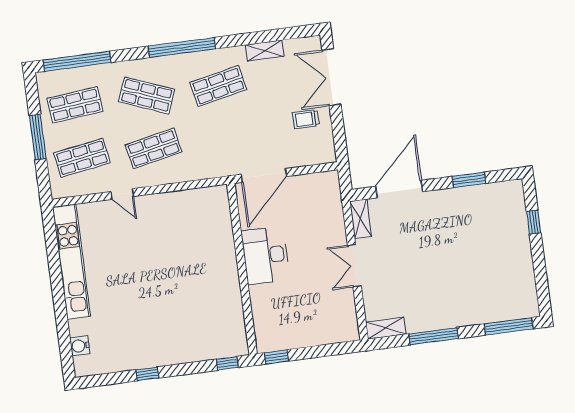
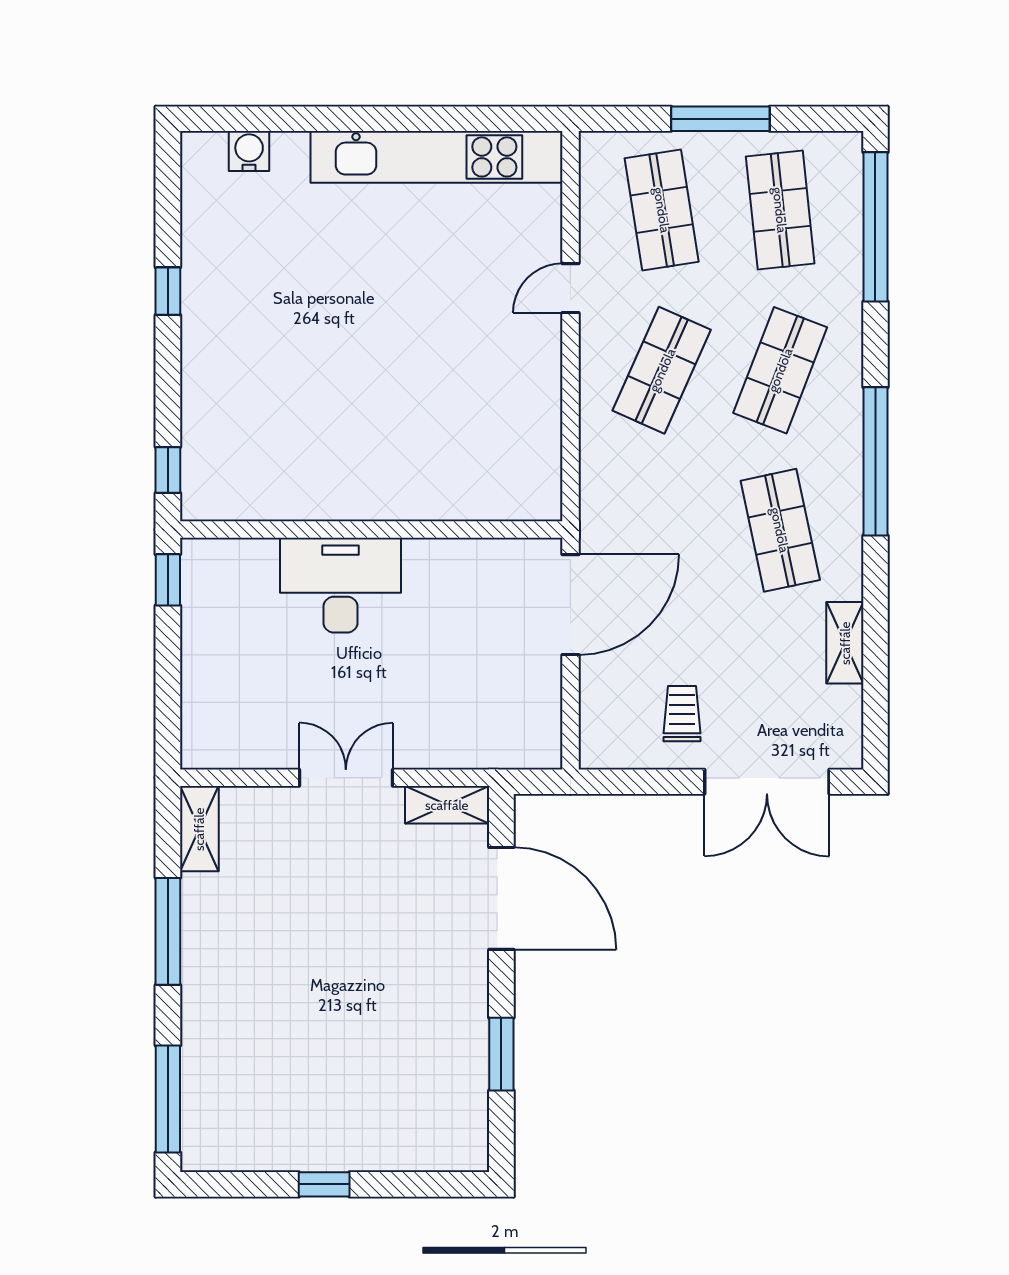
double door: (331, 77) -> (767, 782), swing flipped
shop shelf: (154, 148) -> (662, 370), turned 36
door: (264, 175) -> (570, 605), swing flipped
window: (534, 222) -> (324, 1184), moved
desk: (265, 255) -> (341, 585), moved

